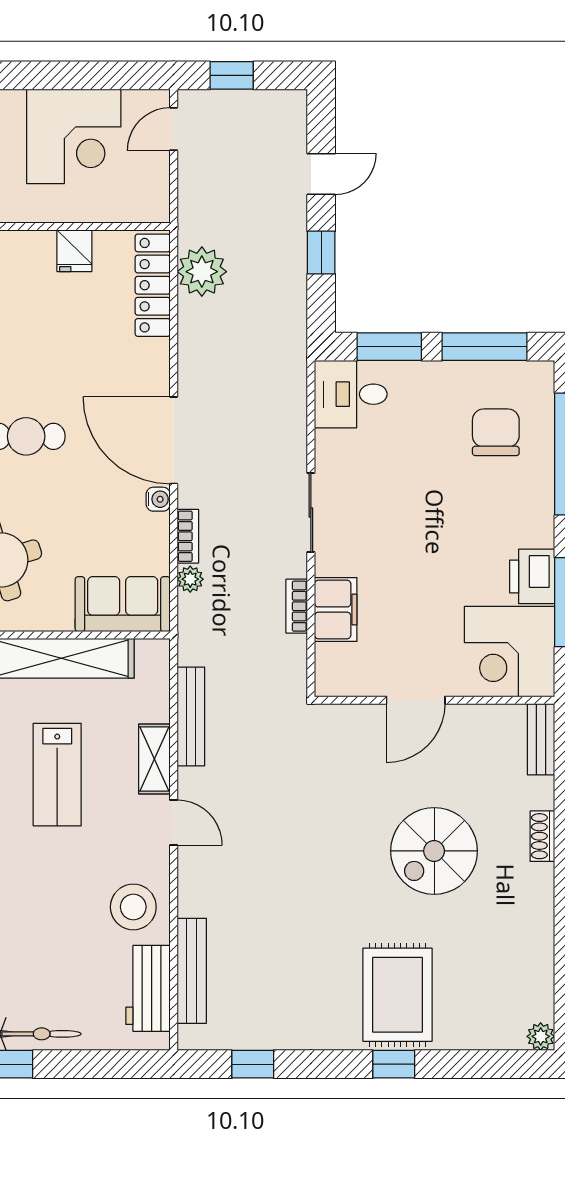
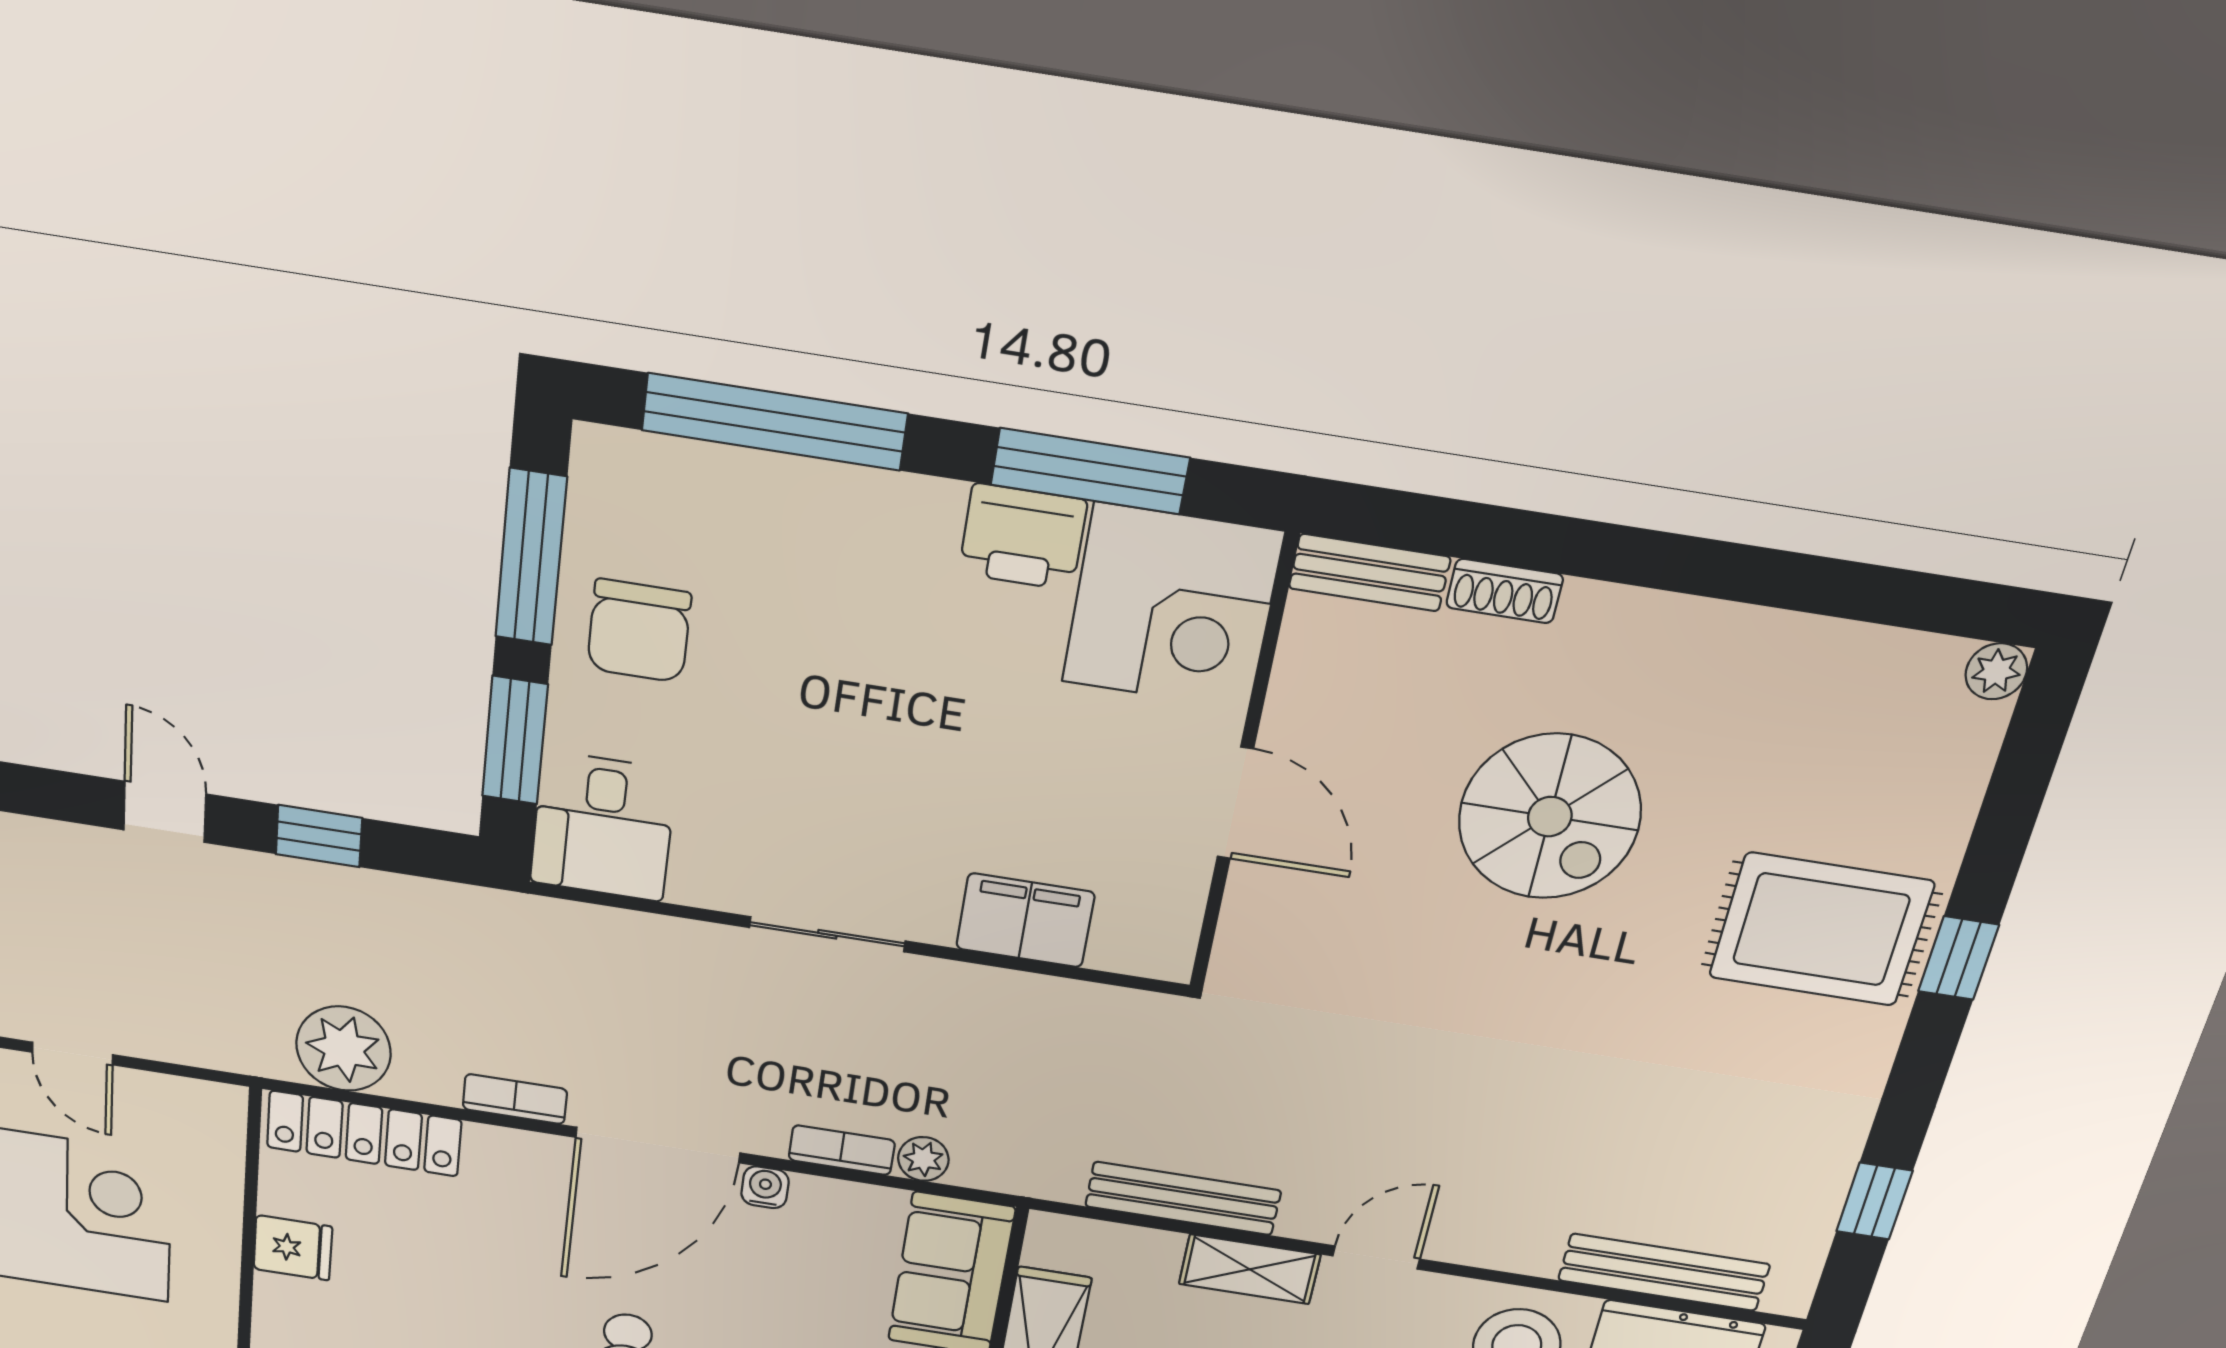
chair: (496, 432) -> (639, 631), moved, turned -90
bookcase: (297, 606) -> (515, 1099), moved, turned 180
shoe rack: (542, 836) -> (1505, 591), moved

